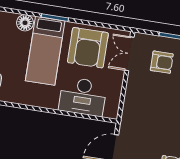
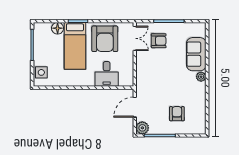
double door: (129, 54) -> (135, 38), swing flipped
desk: (83, 97) -> (107, 74), width x0.73

